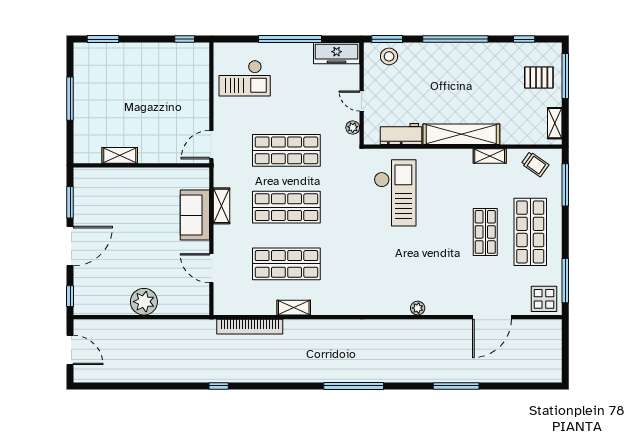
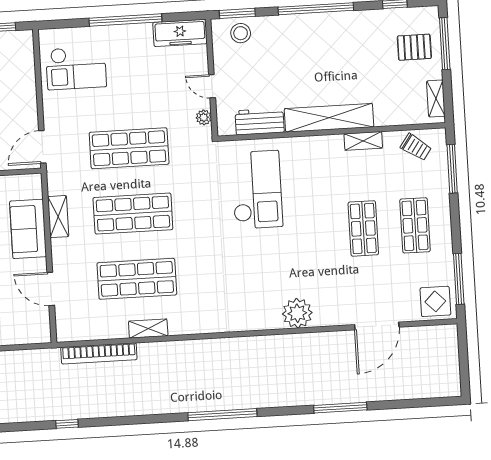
shop shelf: (530, 232) -> (415, 225), width x0.70, depth x0.74
plant: (418, 308) -> (297, 313), width x1.88, depth x1.88

